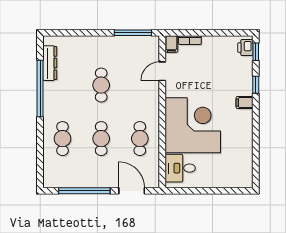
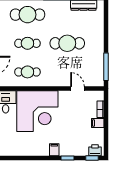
filing cabinet: (171, 44) -> (98, 123), moved
cafe table: (101, 85) -> (67, 43), width x1.37, depth x1.35
cafe table: (63, 139) -> (27, 15), width x1.37, depth x1.35

